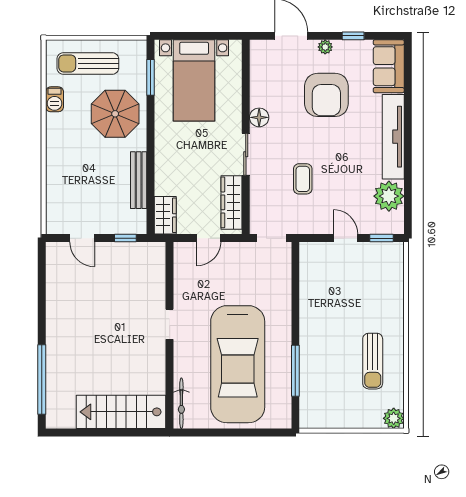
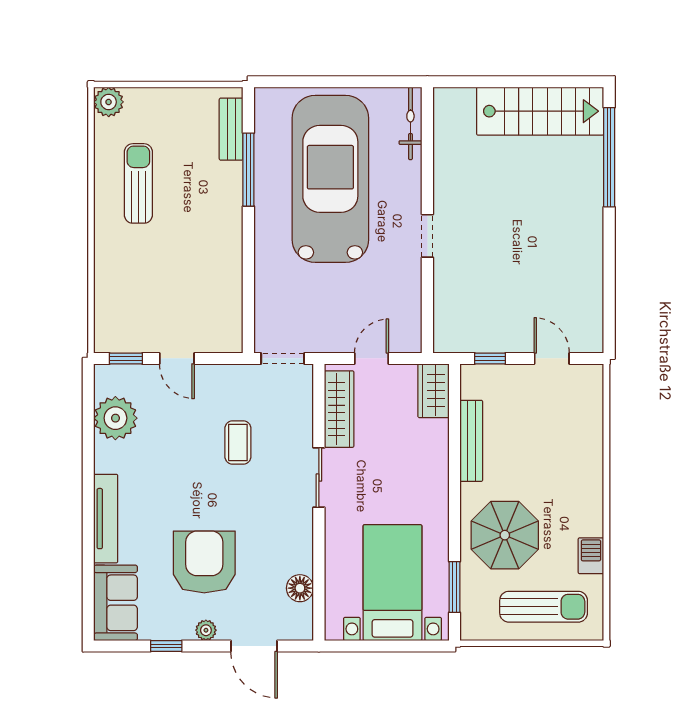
floor lamp: (259, 117) -> (300, 588), moved
tv unit: (393, 137) -> (106, 519), width x0.73, depth x0.78
bench: (308, 399) -> (231, 129), added
stairs: (121, 412) -> (540, 111), moved

